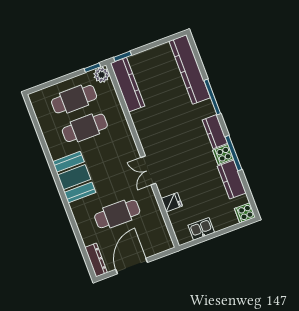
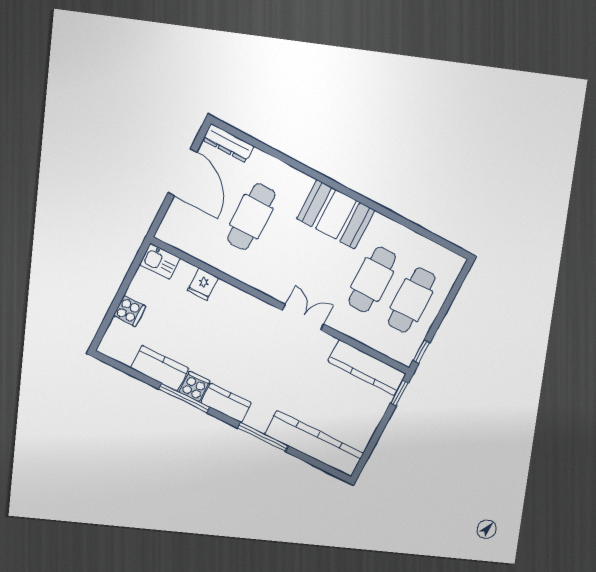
plant: (102, 75) -> (405, 353), removed
double door: (148, 170) -> (303, 317), moved
cooker: (245, 213) -> (130, 311), moved, turned 90
kitchen sink: (201, 229) -> (160, 261), moved, turned 90

